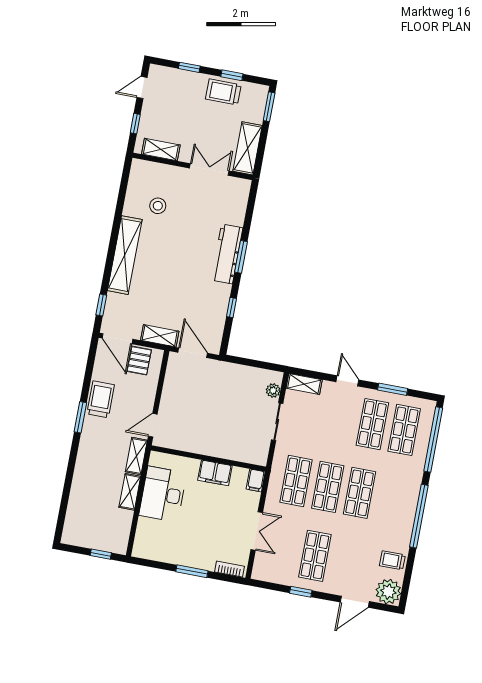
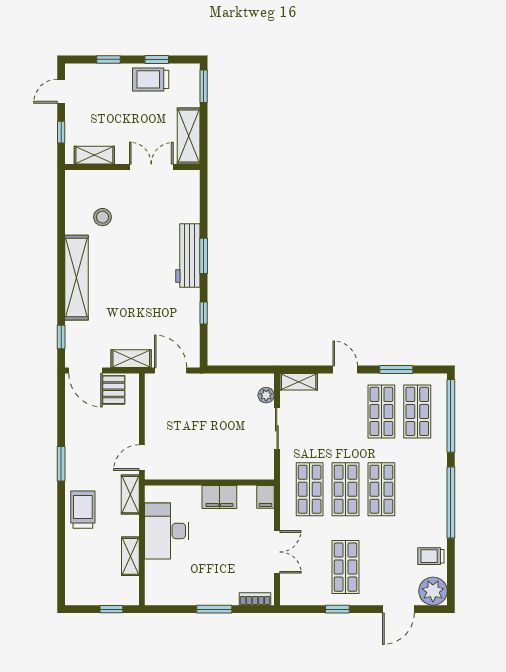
trolley: (101, 399) -> (83, 510), moved
shelving: (130, 492) -> (130, 556), moved

